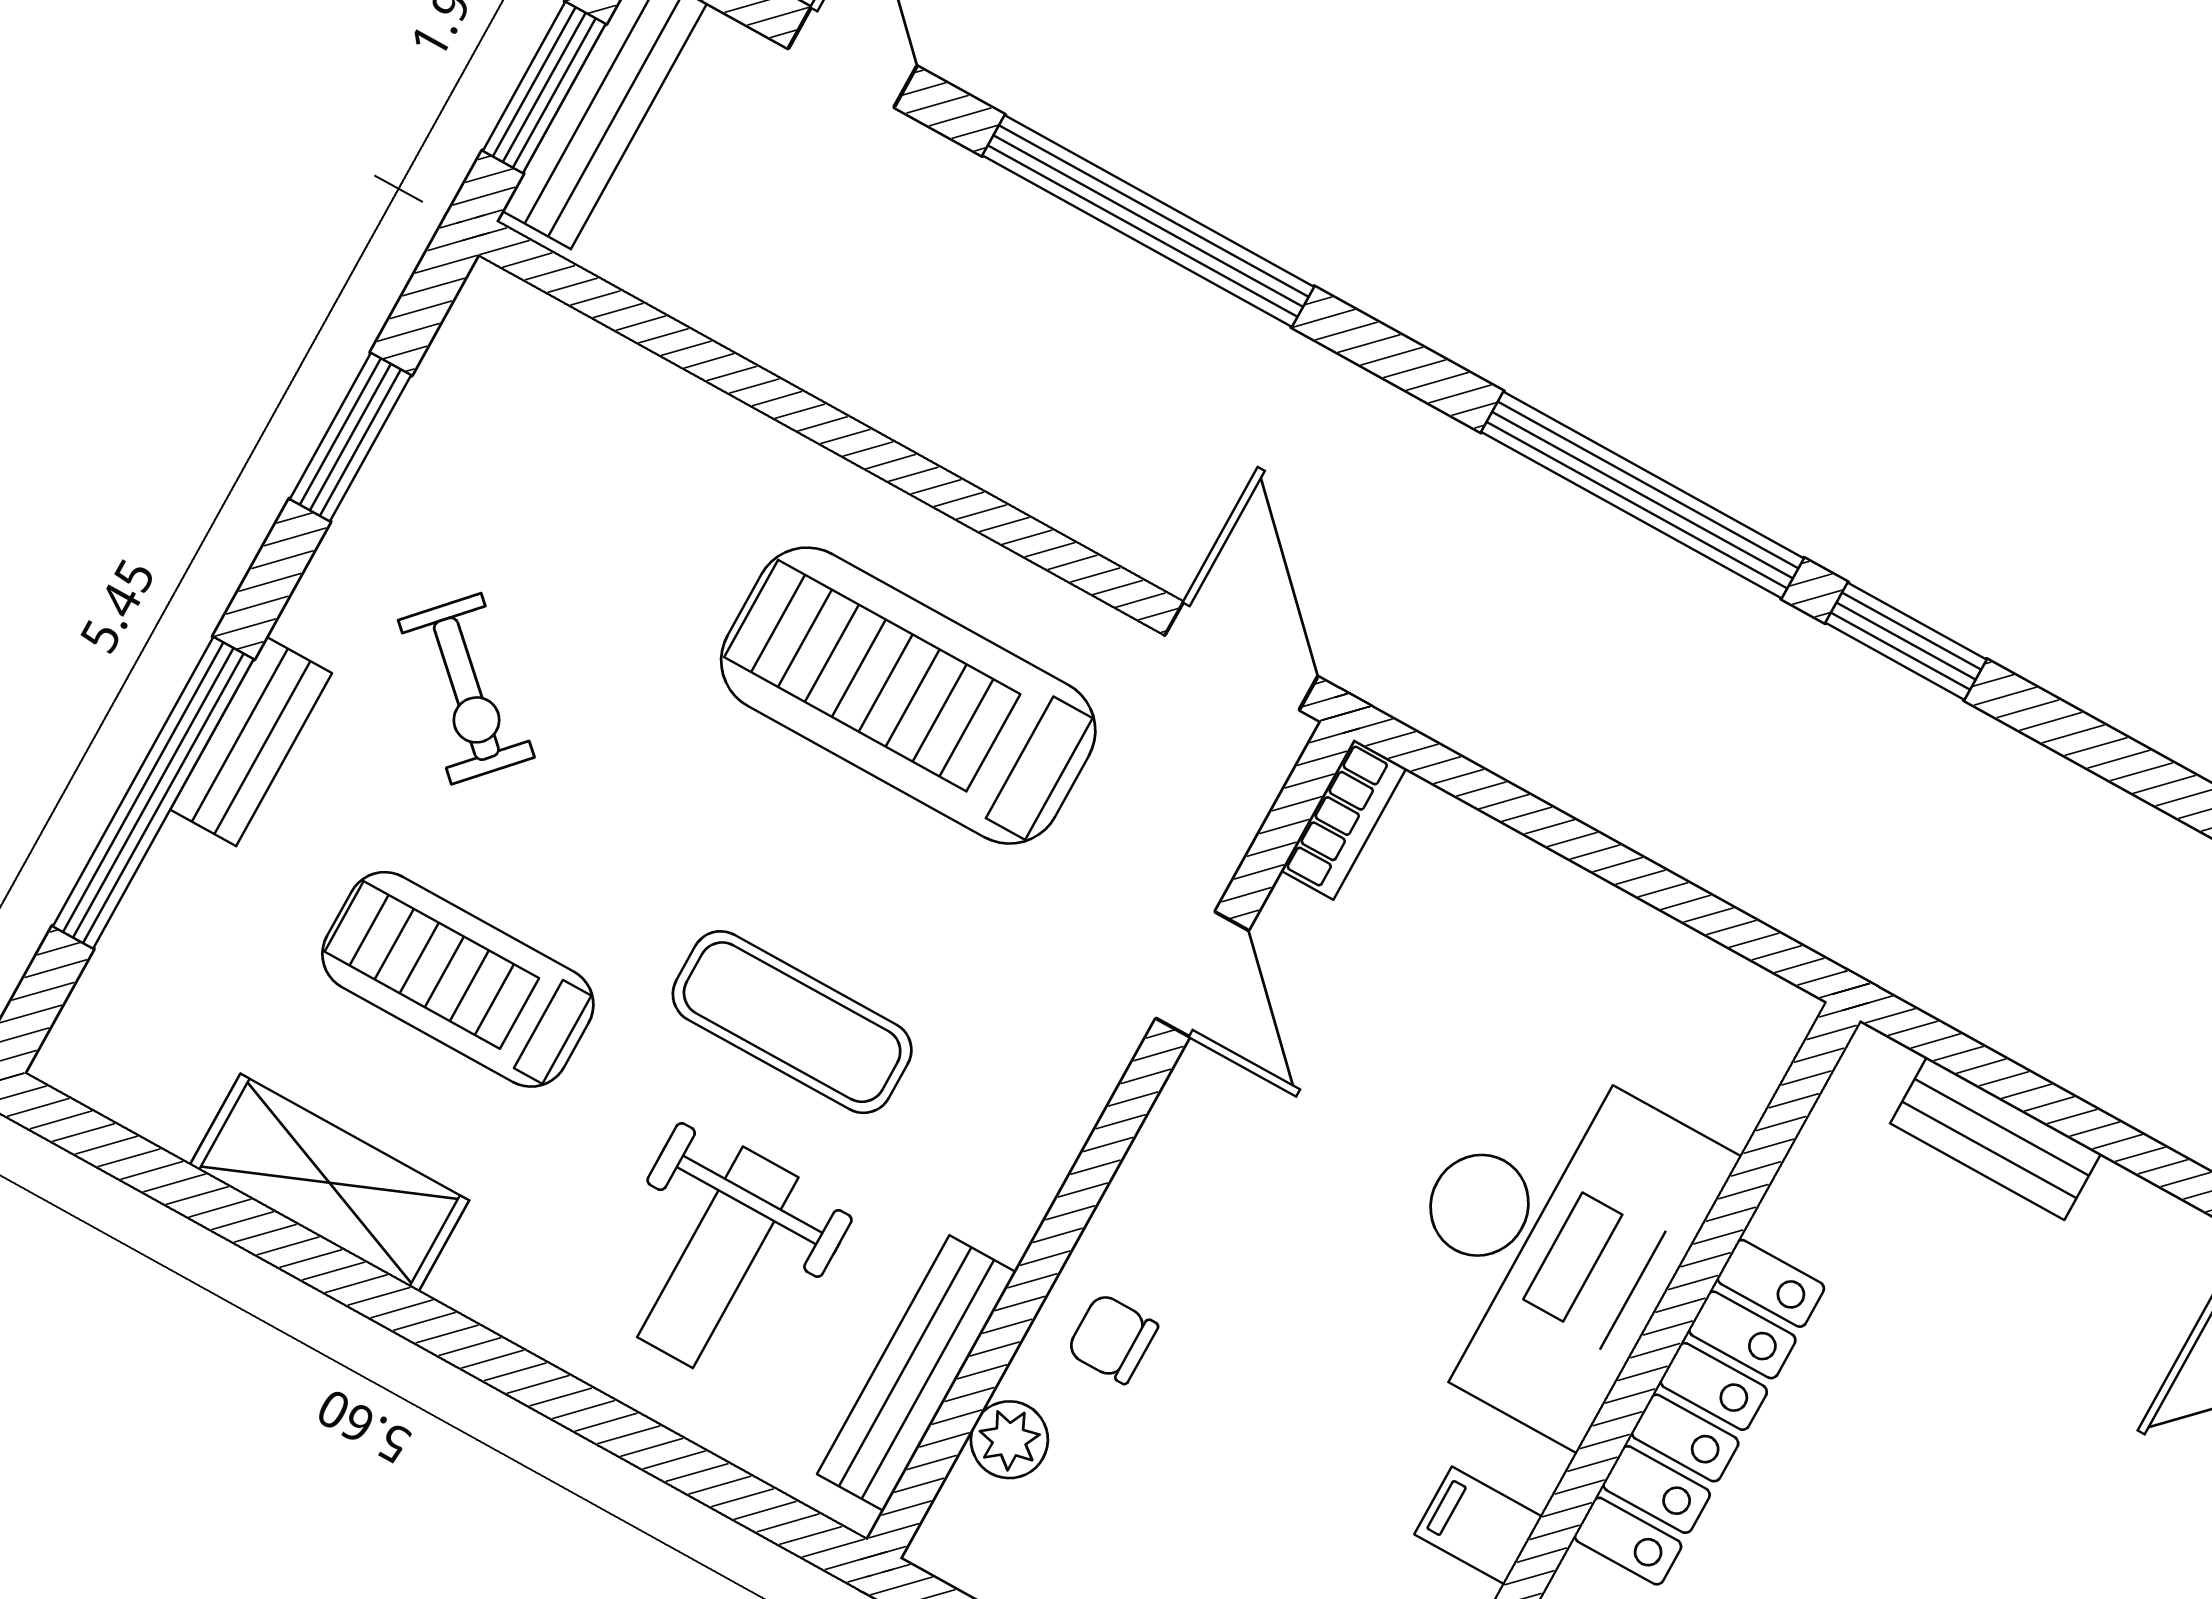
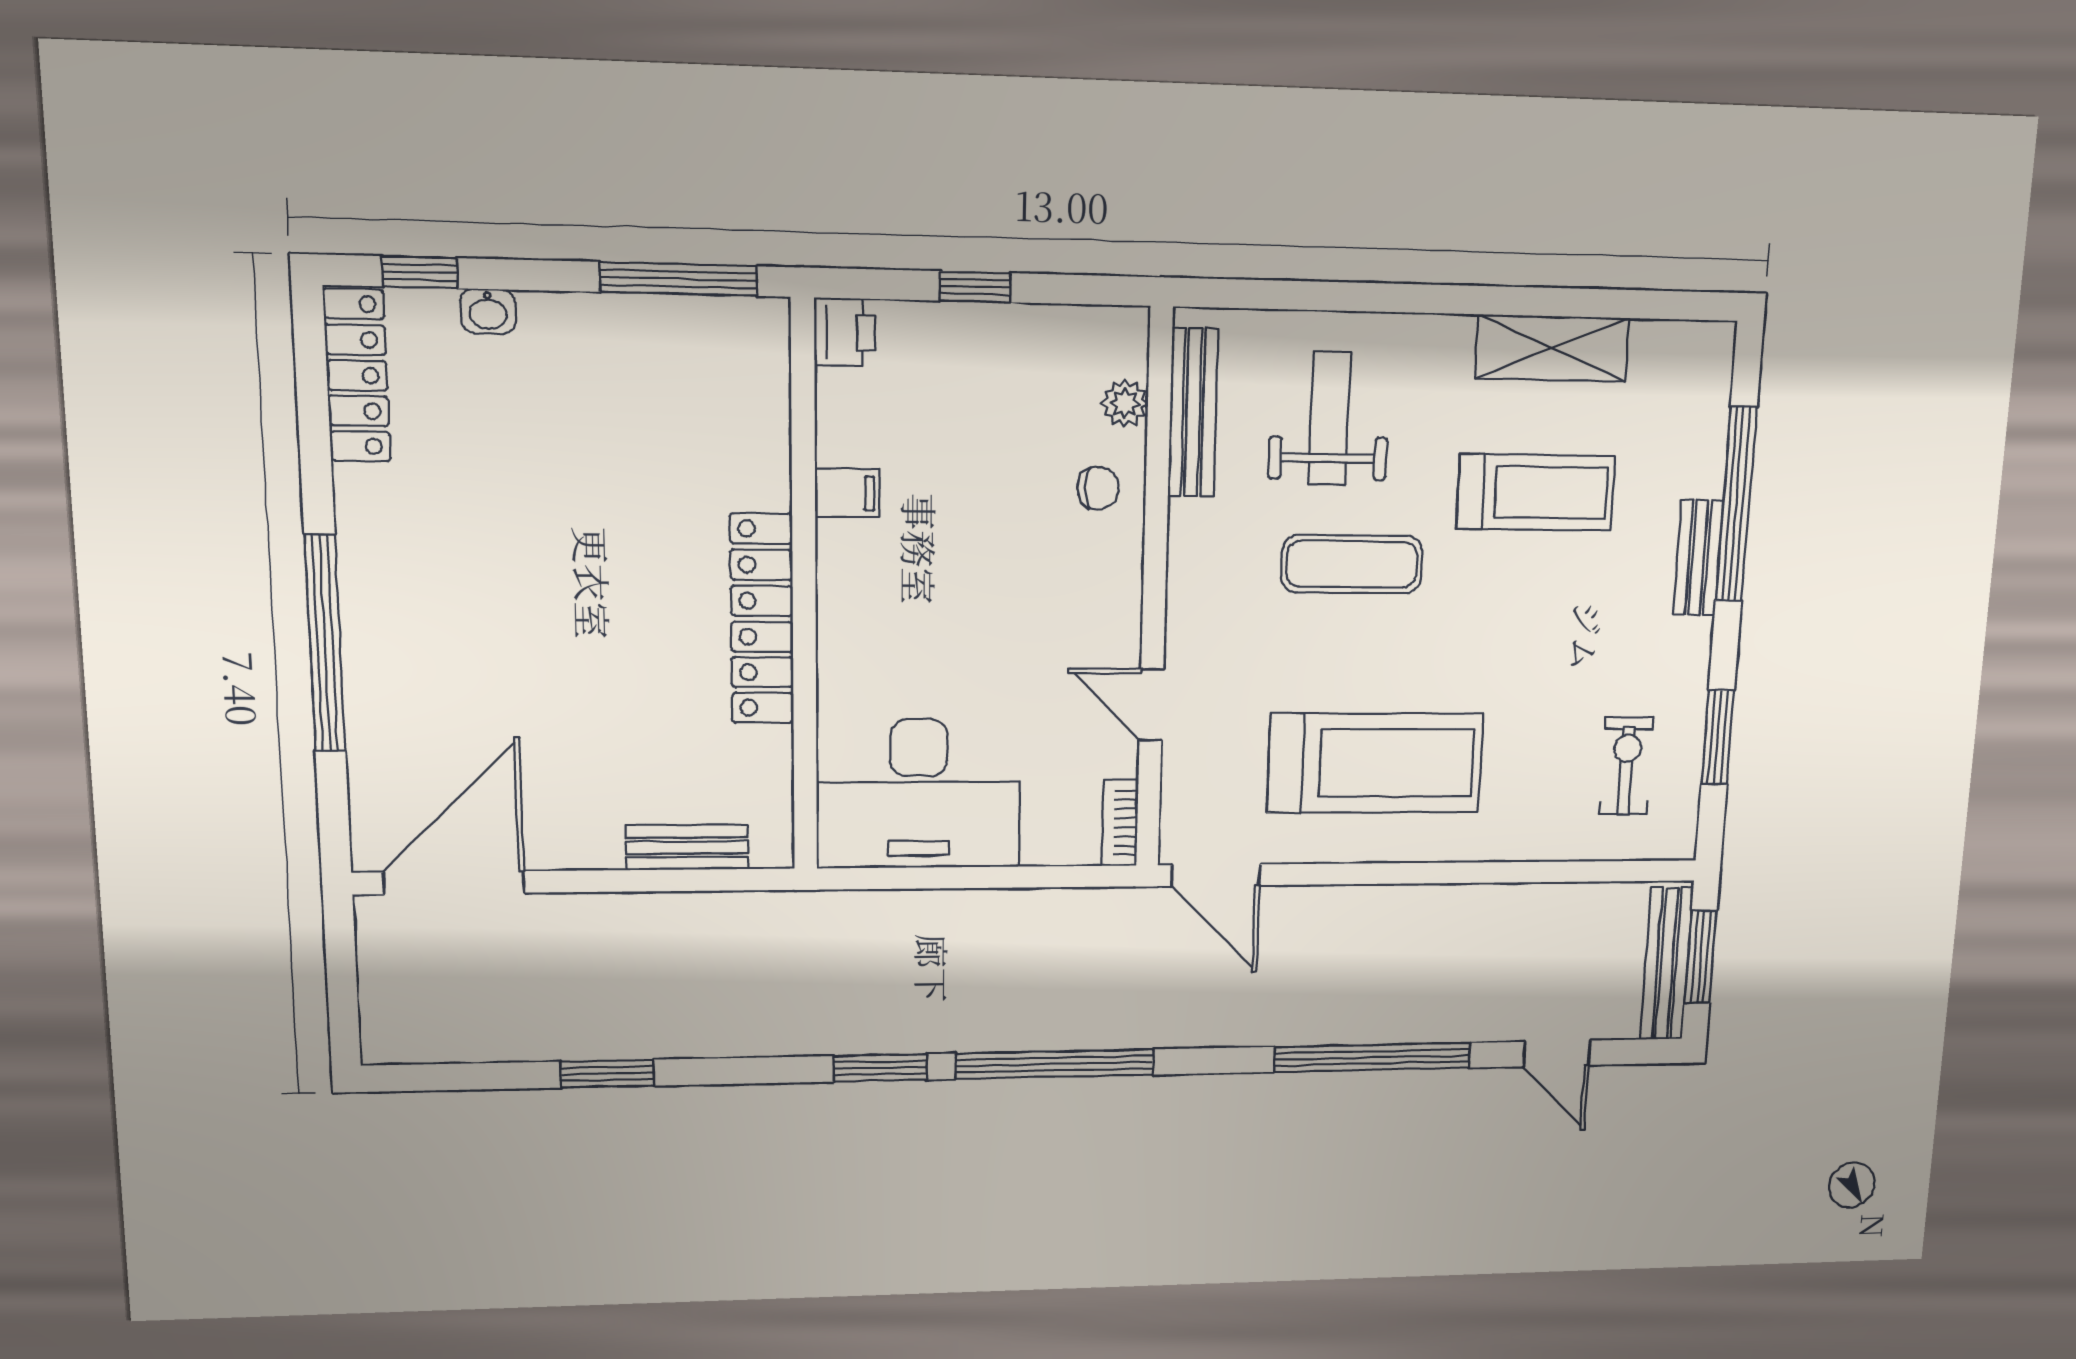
exercise bike: (466, 689) -> (1626, 766), moved, turned 47
desk: (1548, 1243) -> (919, 794), moved, turned -90

